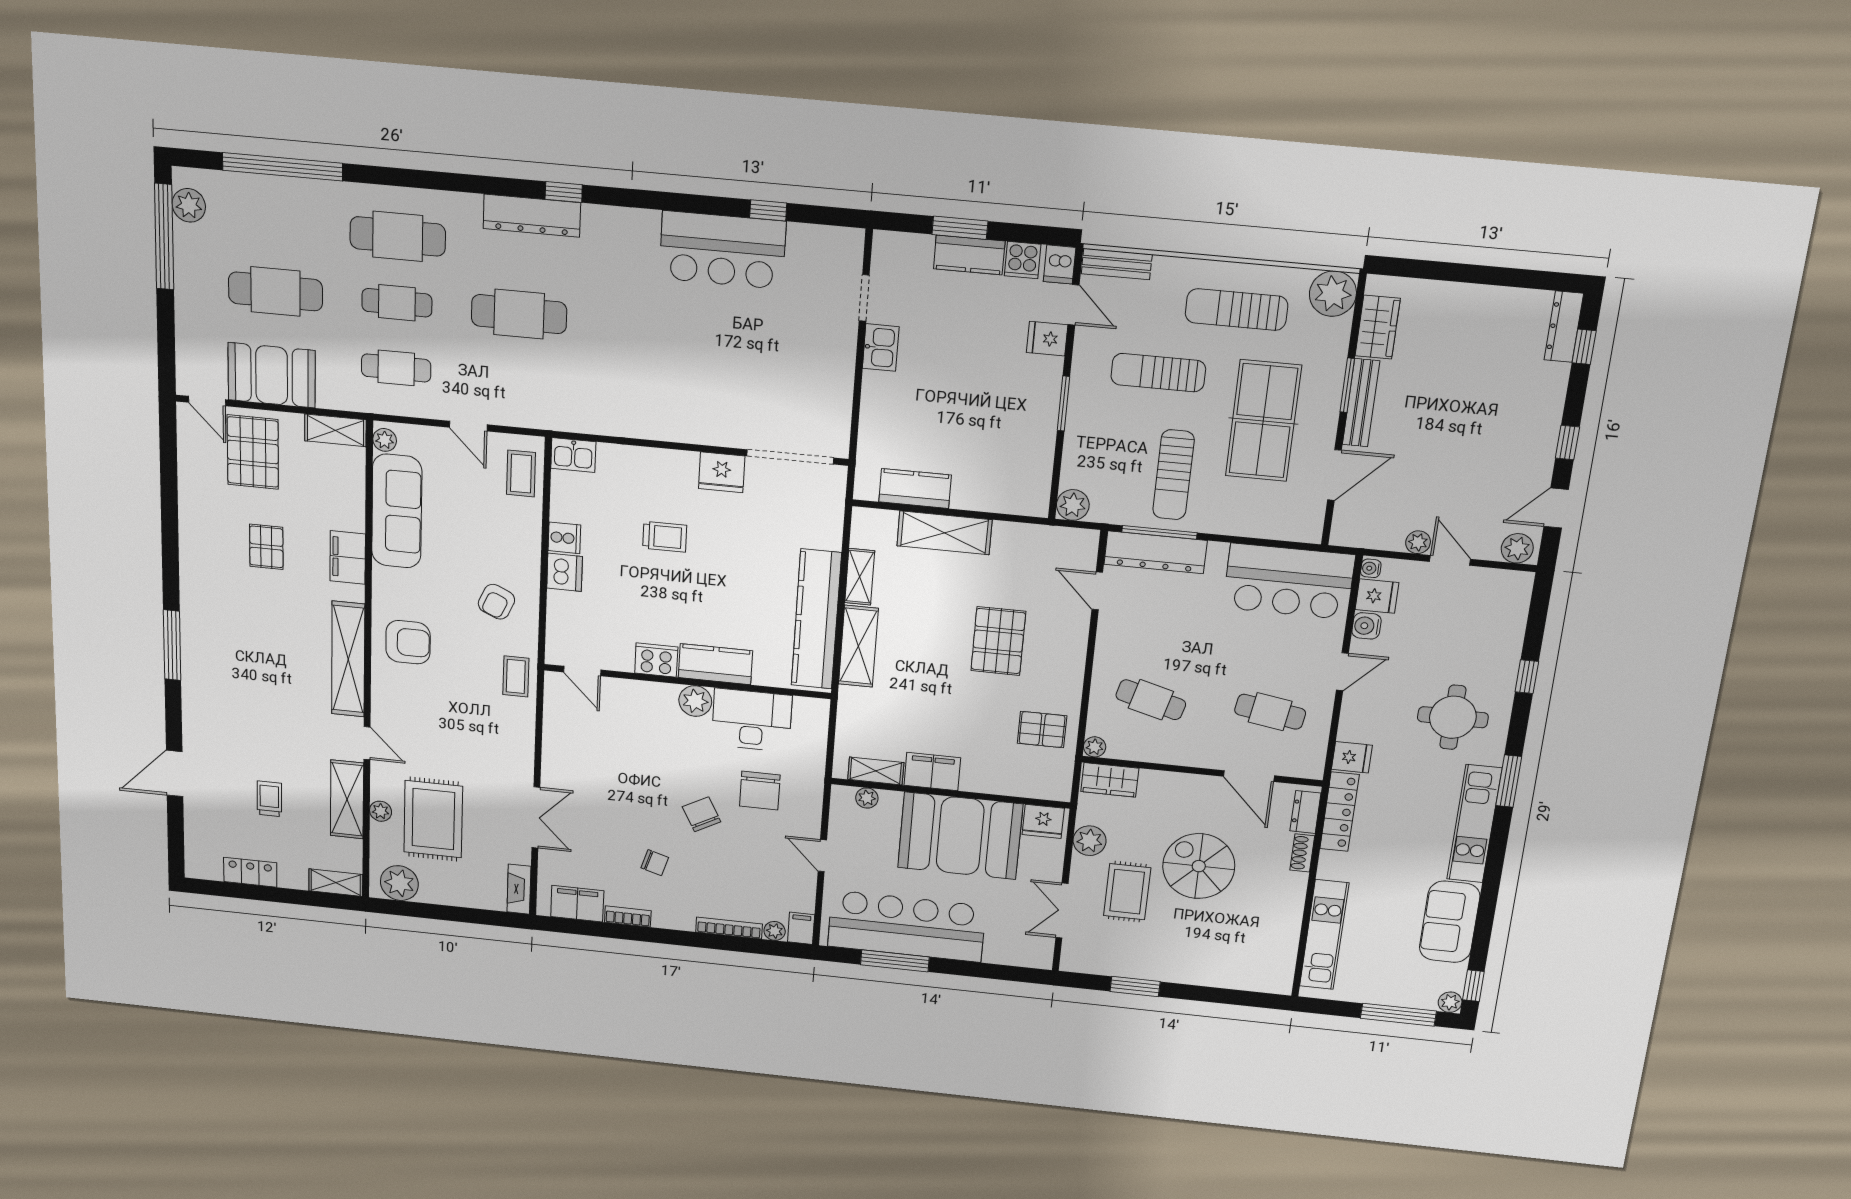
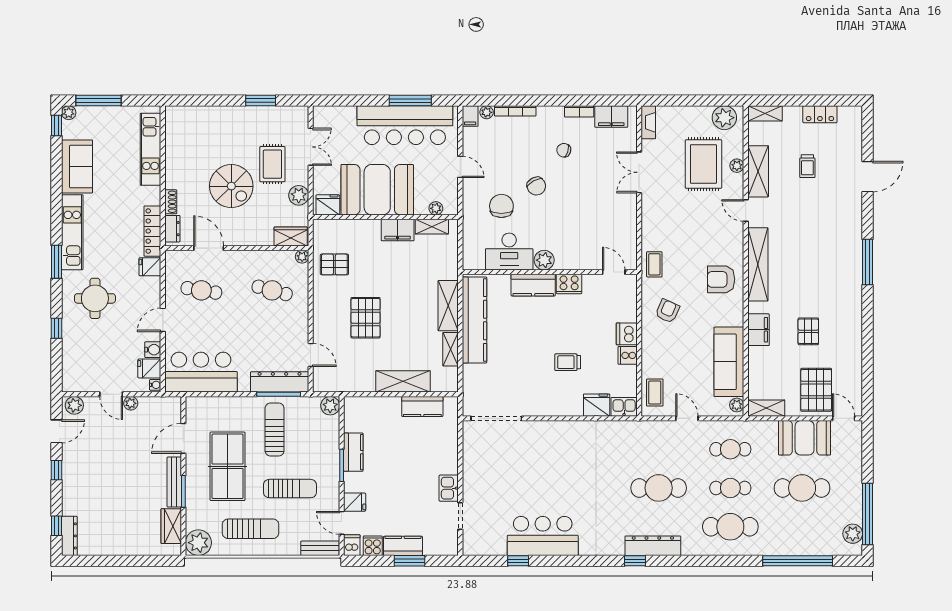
kitchen counter: (1041, 424) -> (353, 452), added
fridge: (722, 472) -> (597, 405), moved

